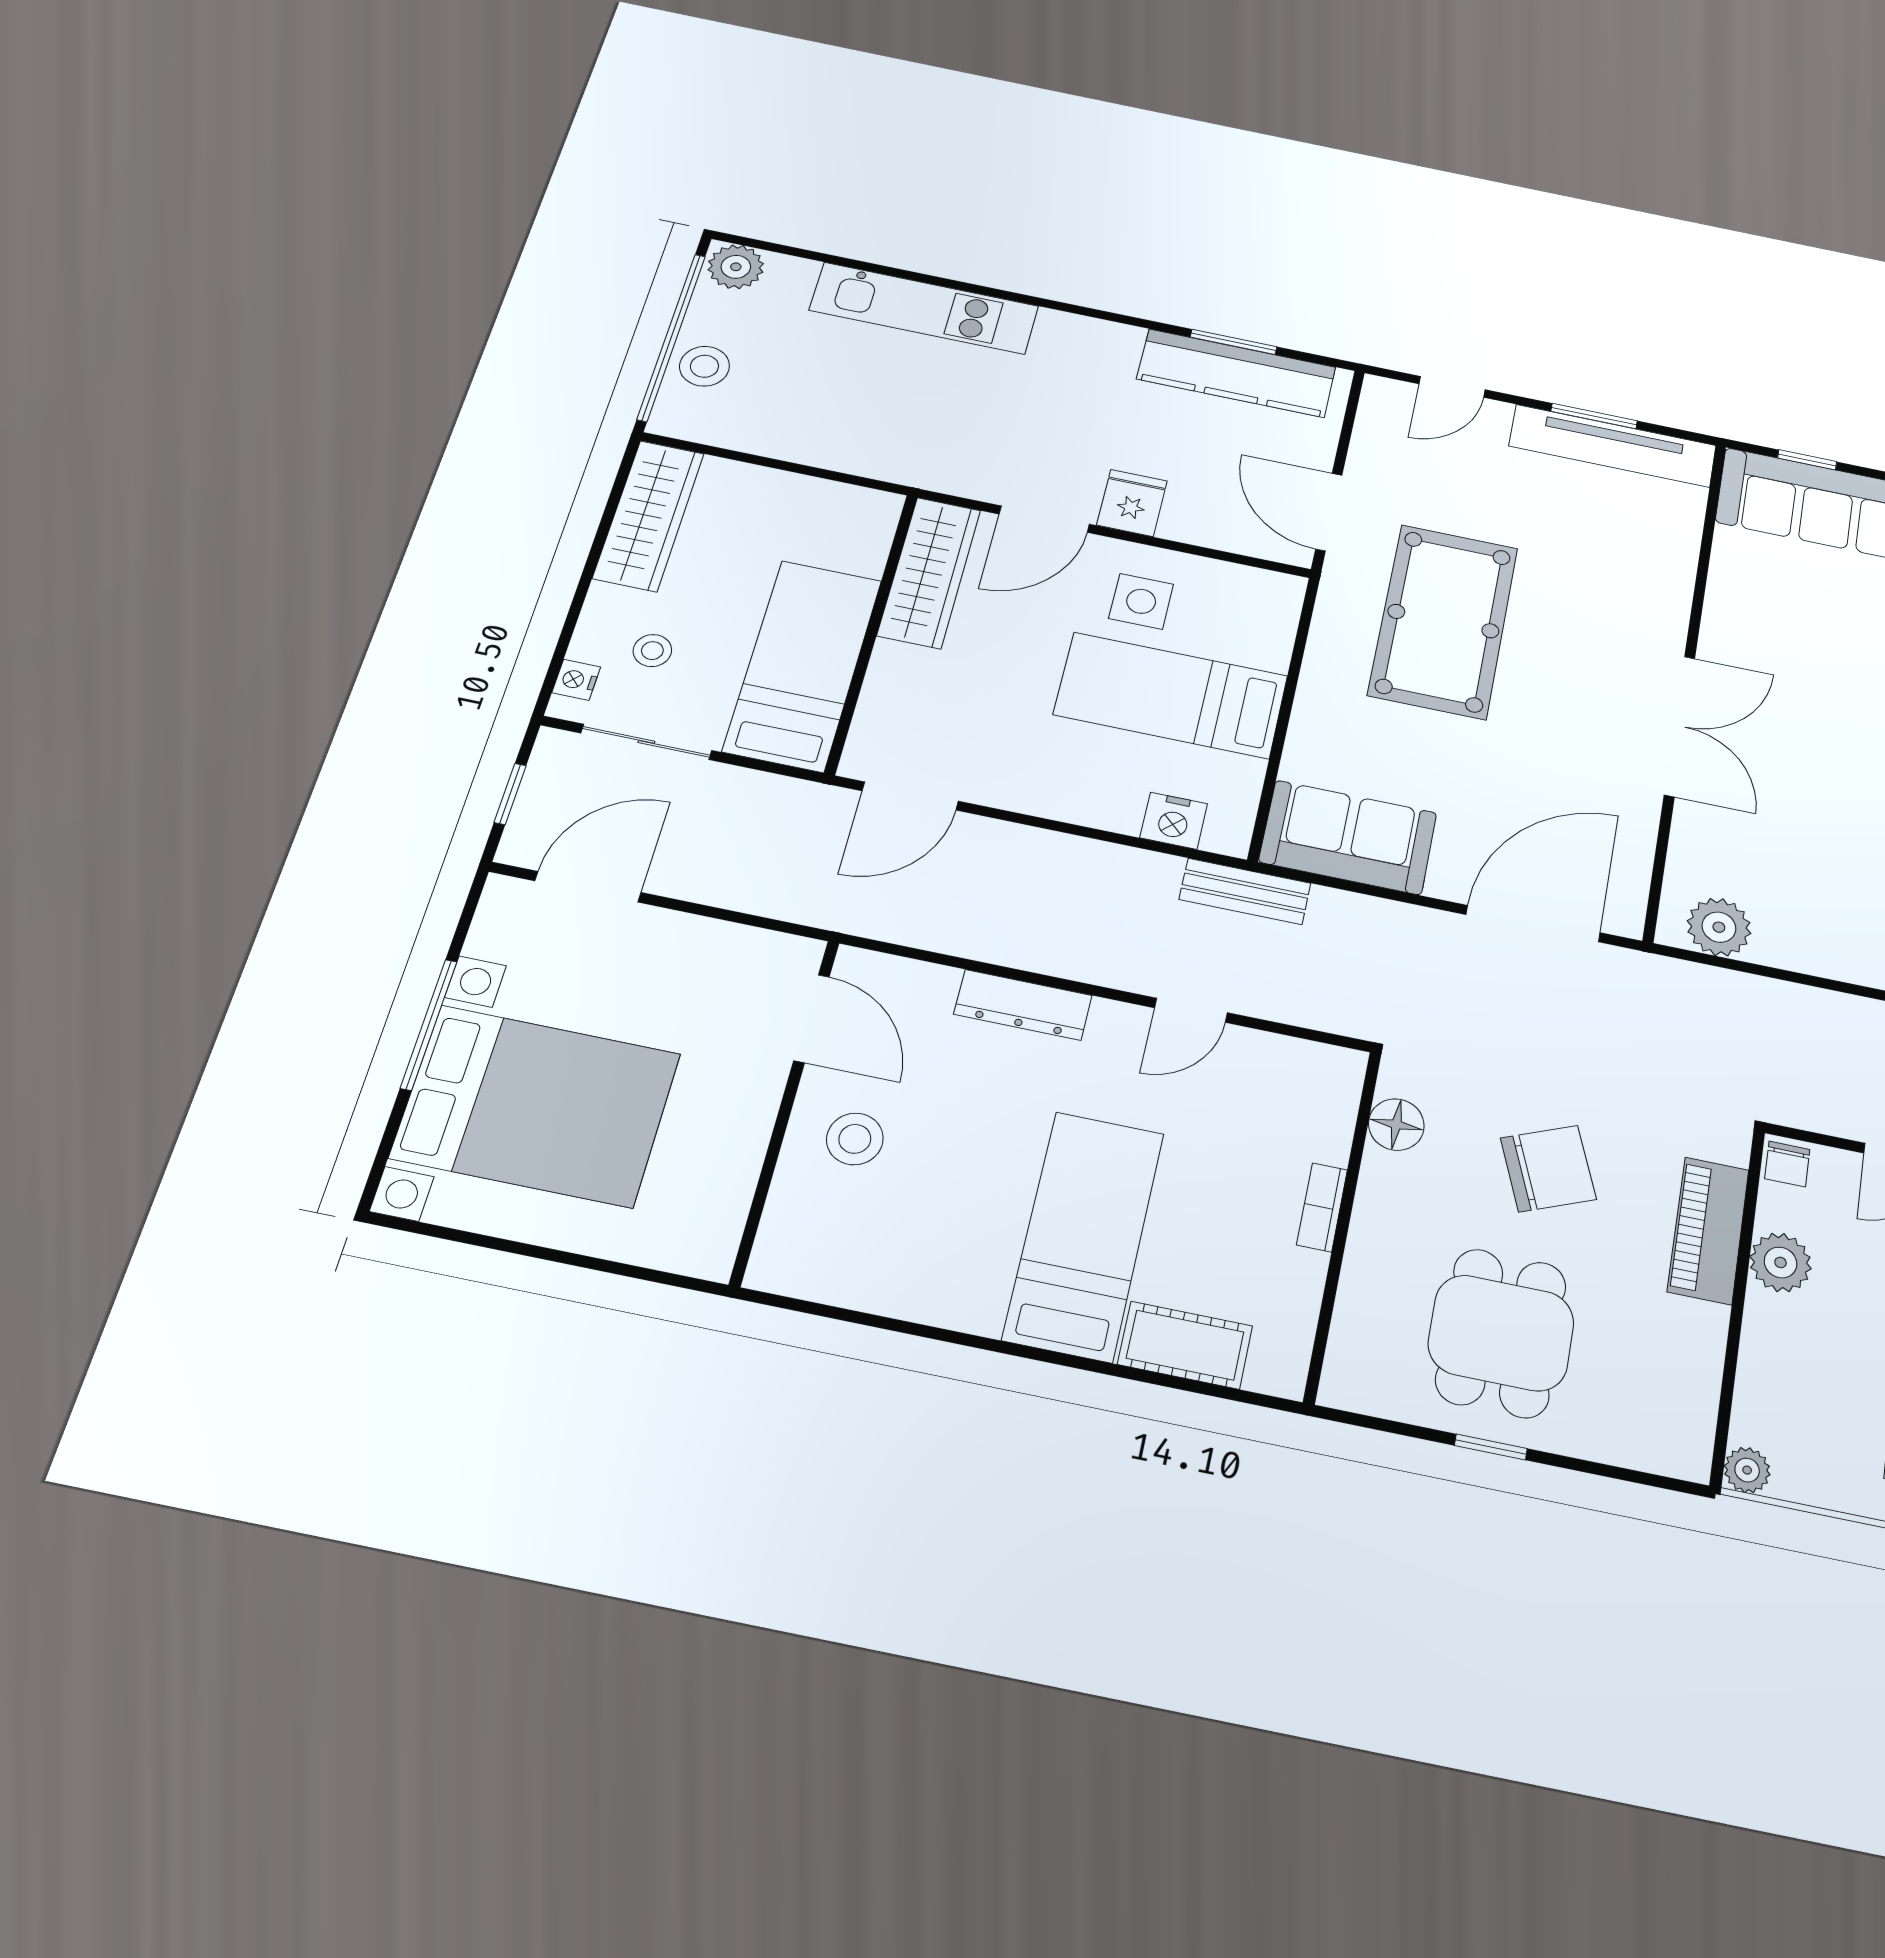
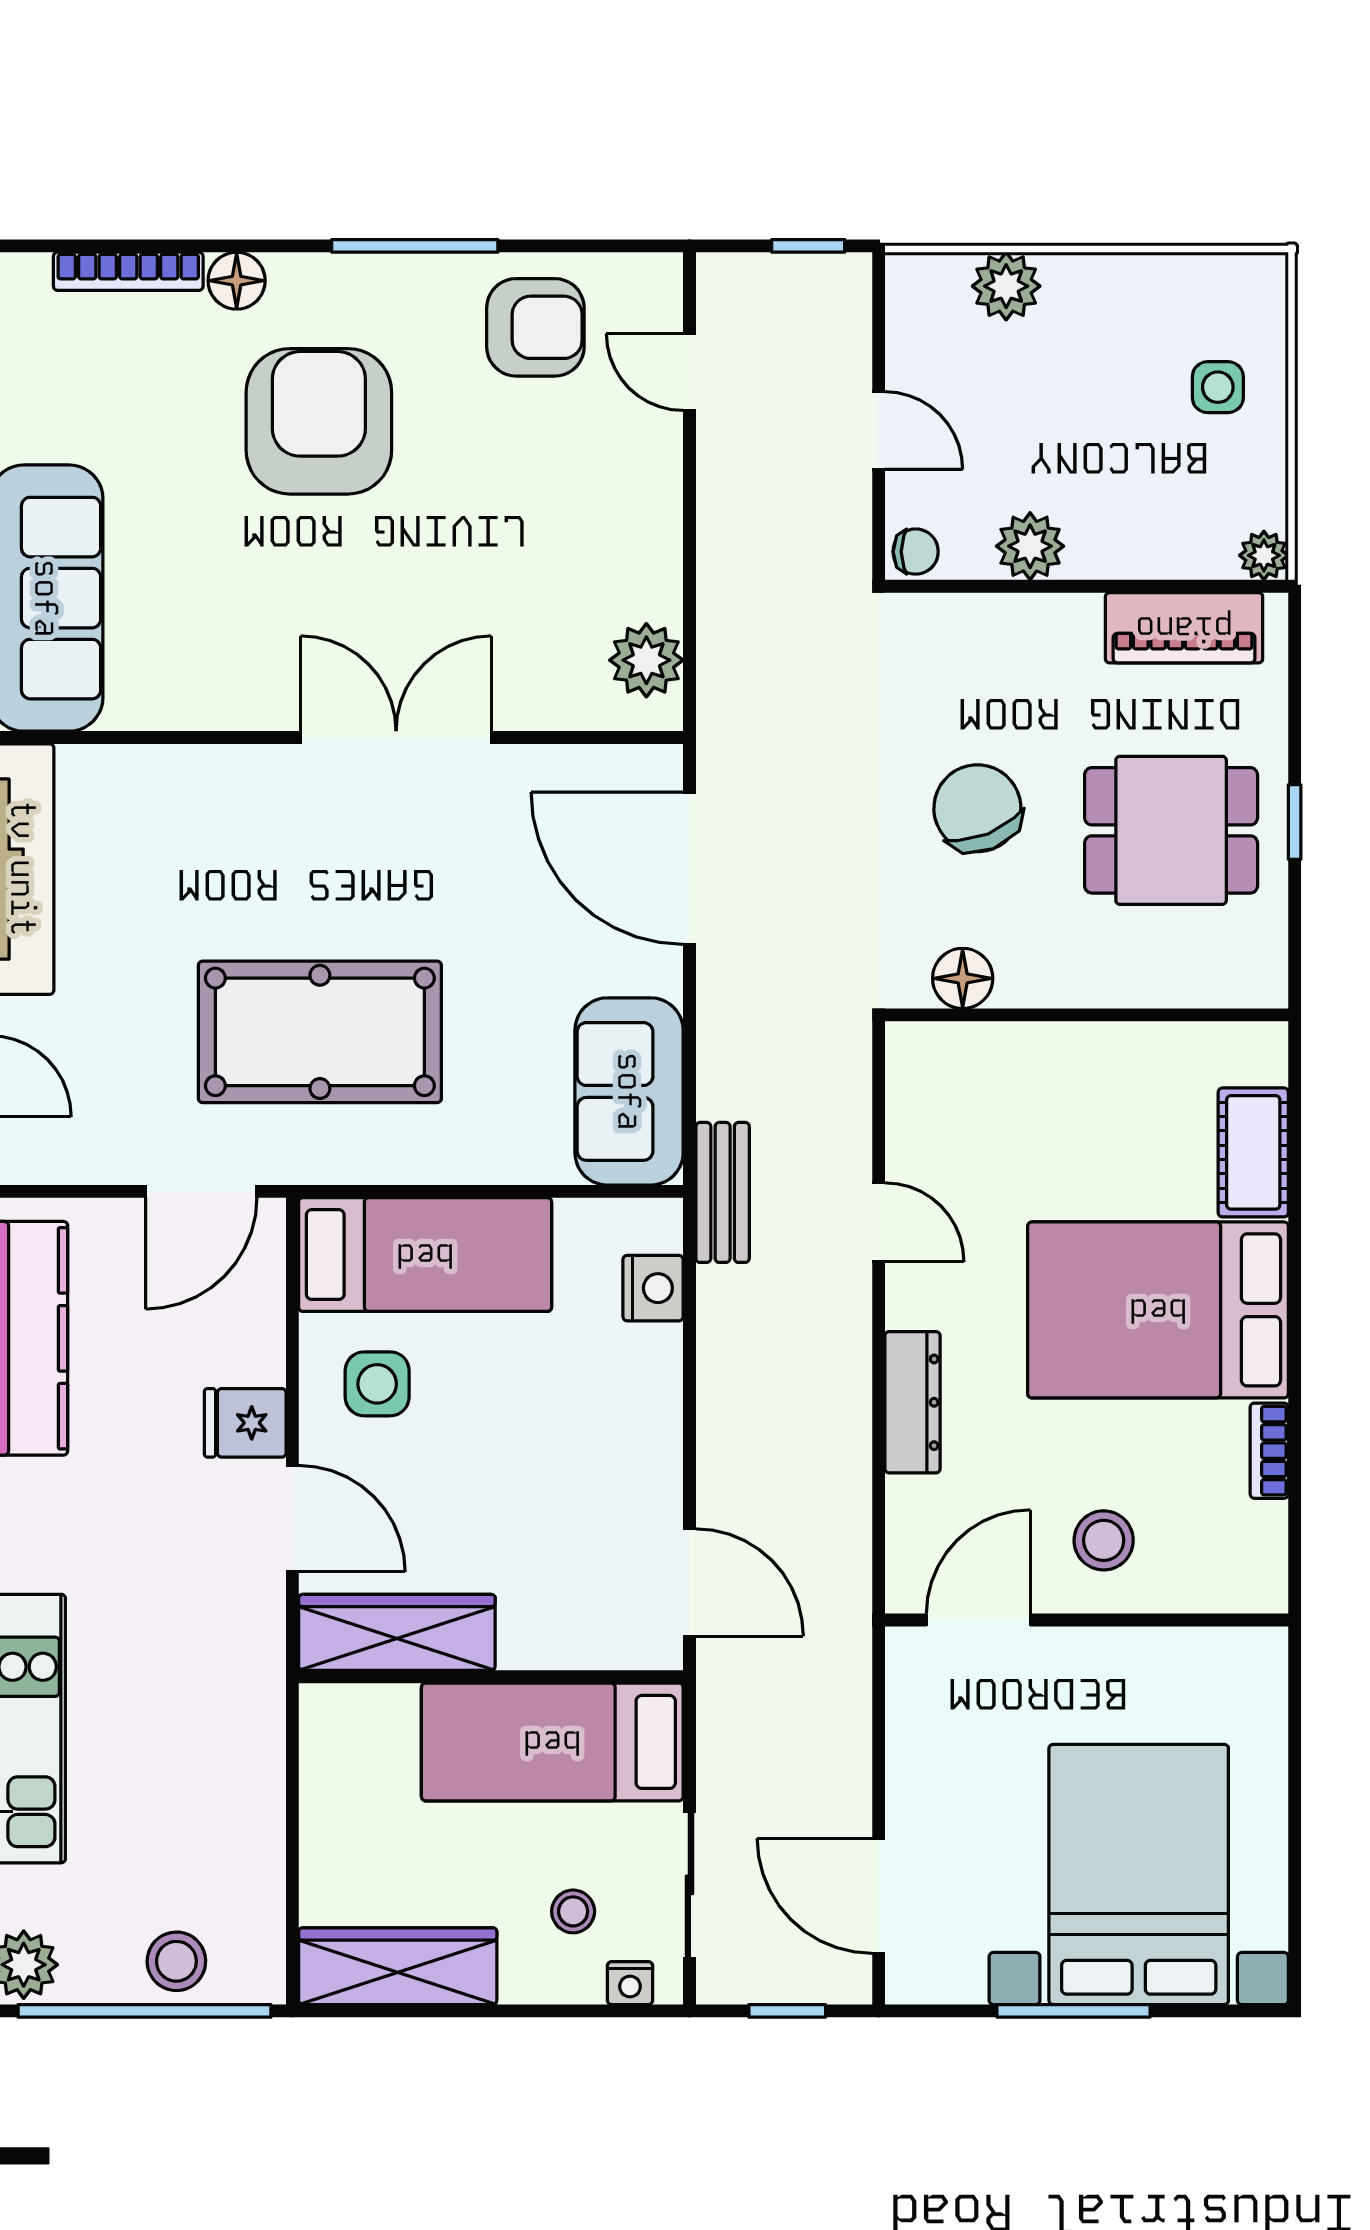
bed: (1171, 695) -> (425, 1255), moved, turned -90
bookcase: (1322, 1207) -> (1269, 1451), moved, turned 90
piano: (1708, 1230) -> (1184, 628), moved
bed: (1084, 1235) -> (1158, 1310), width x1.50

